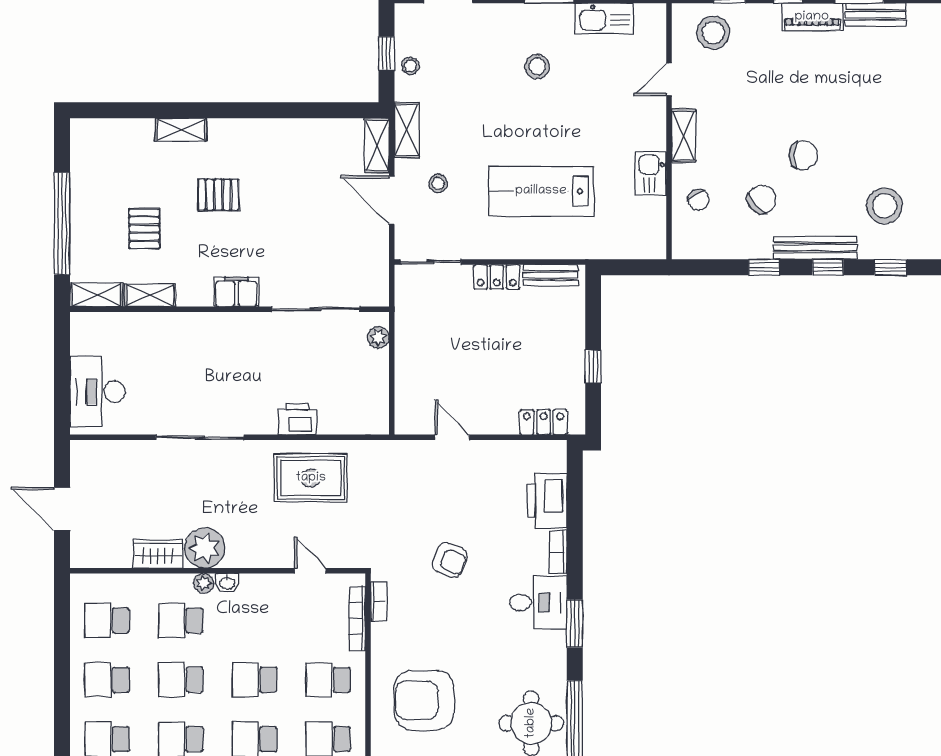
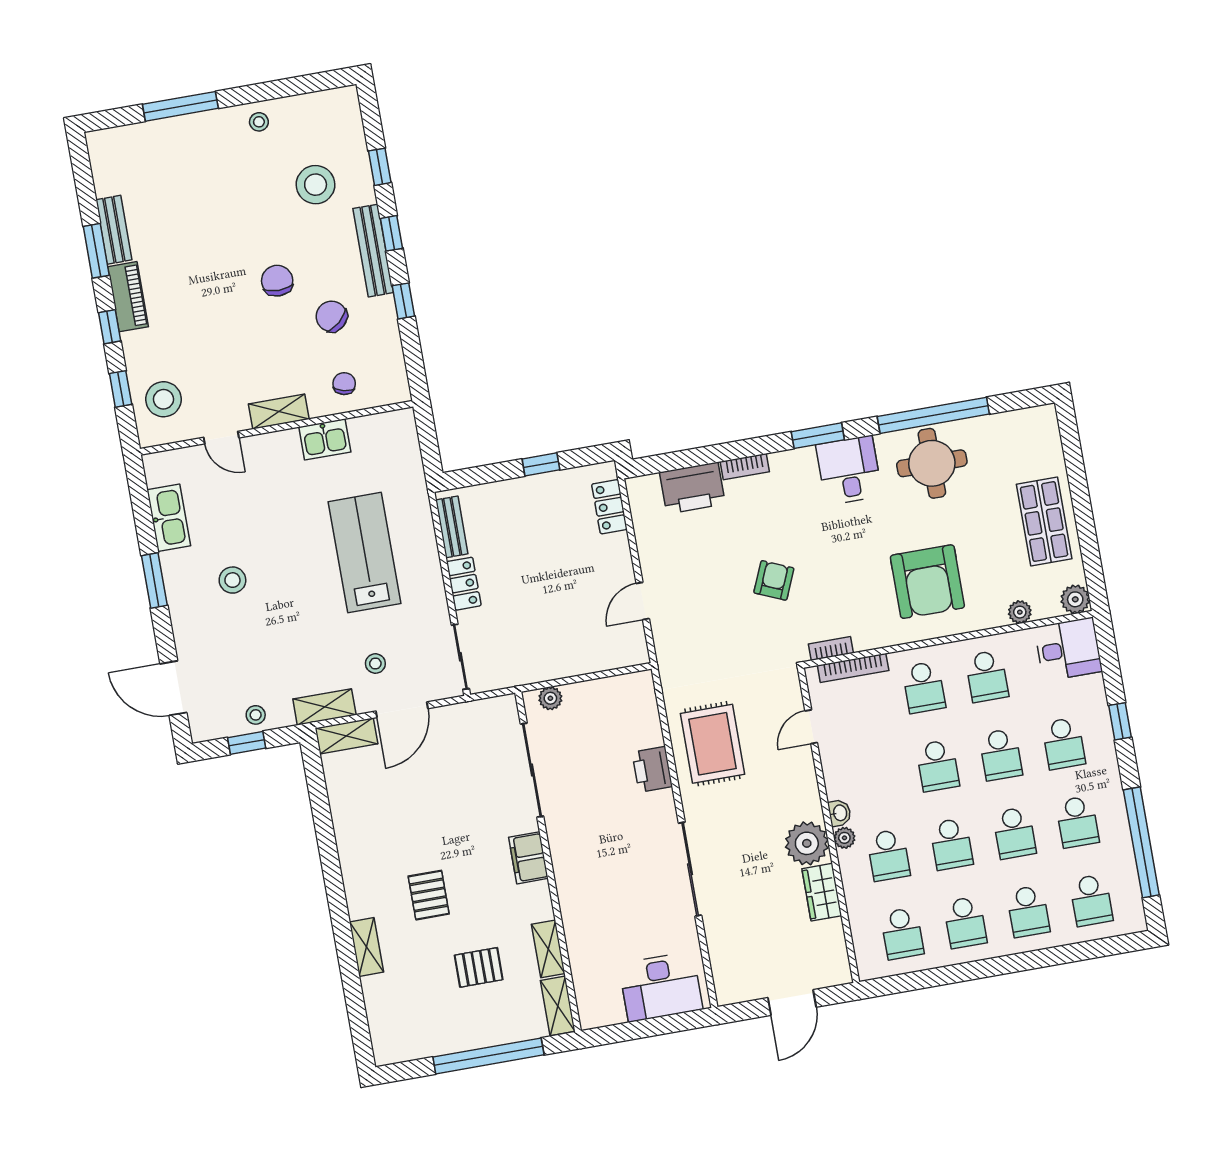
lab bench: (541, 191) -> (365, 553), turned 180
chair: (698, 200) -> (344, 384), turned -46
desk: (538, 602) -> (849, 470), moved

